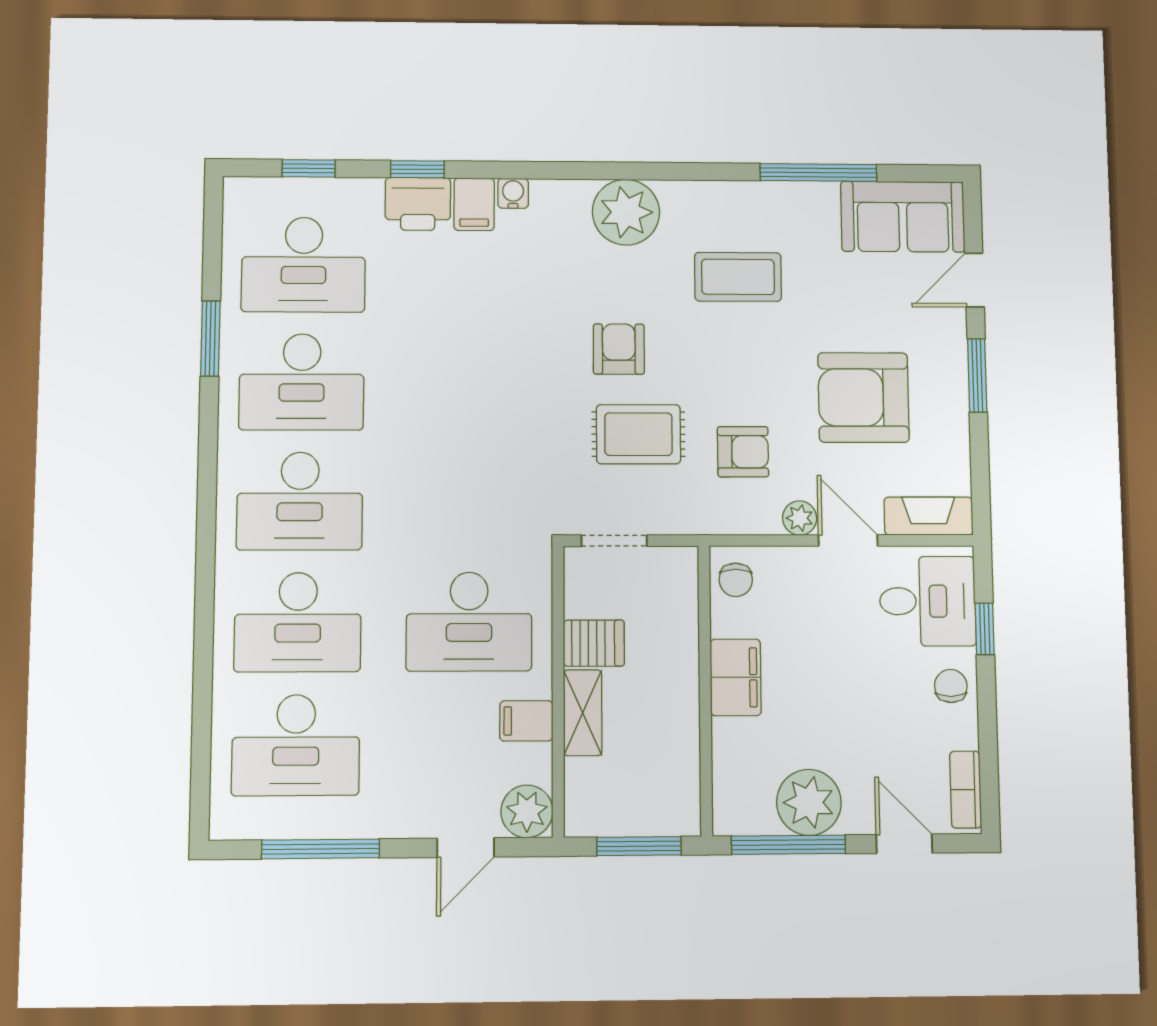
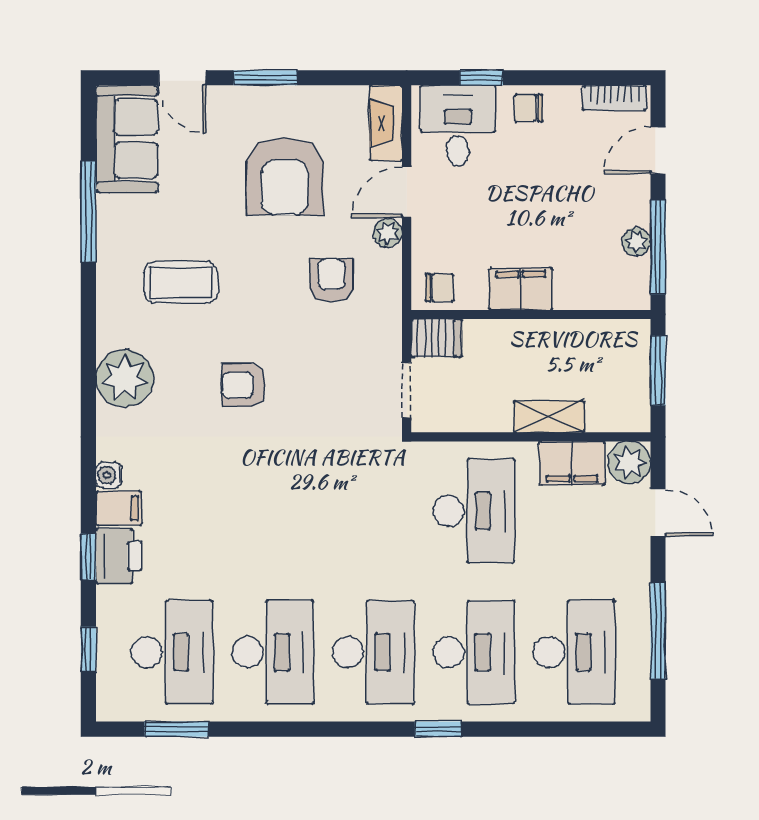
coffee table: (738, 277) -> (181, 282), turned 90
window: (210, 338) -> (177, 729), moved
rug: (638, 434) -> (317, 369), removed
window: (205, 579) -> (438, 729), added
server rack: (594, 643) -> (436, 338), moved, turned 90
filing cabinet: (526, 721) -> (572, 463), width x2.00
plant: (809, 802) -> (636, 242), width x0.53, depth x0.53

